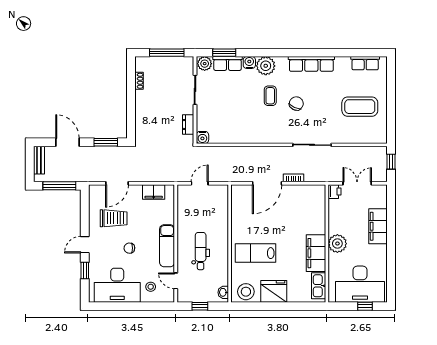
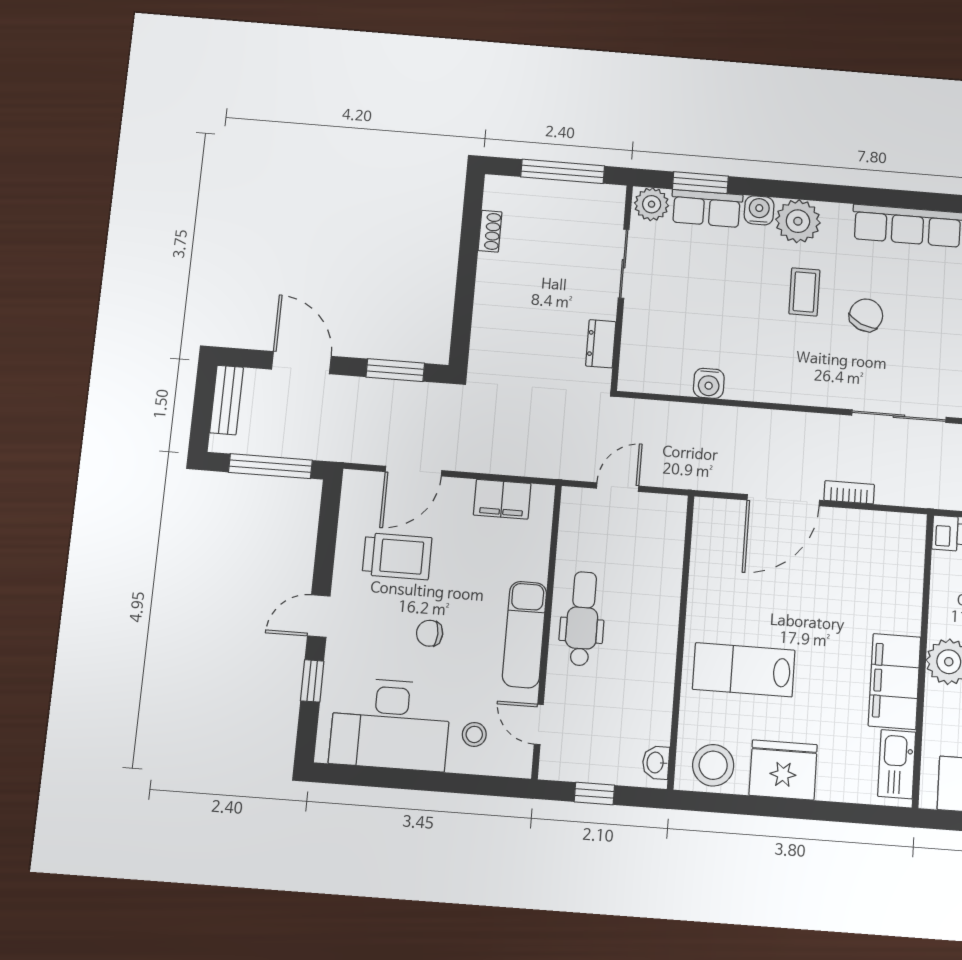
water cooler: (202, 137) -> (709, 383), moved
dental chair: (201, 251) -> (582, 619), moved

